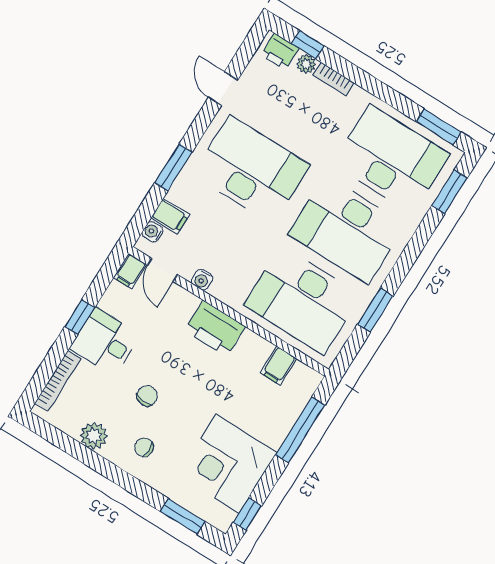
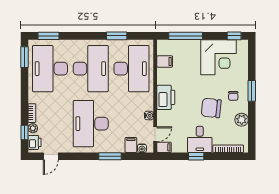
door: (223, 89) -> (51, 156), moved
chair: (147, 396) -> (211, 108), width x1.87, depth x1.87
window: (183, 516) -> (252, 91), moved

